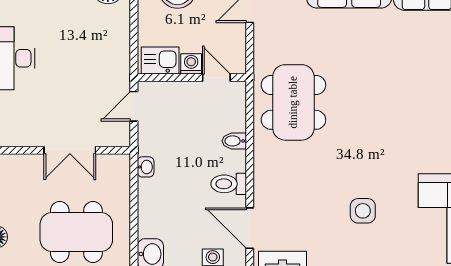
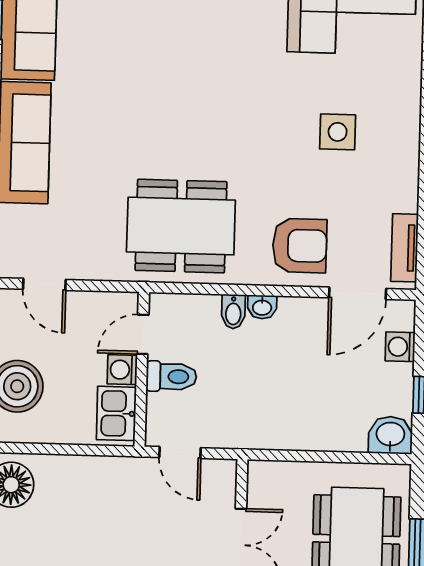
washbasin: (146, 167) -> (262, 307), moved, turned 180
toilet: (229, 184) -> (171, 377), moved, turned -90
armchair: (282, 186) -> (300, 246), added

